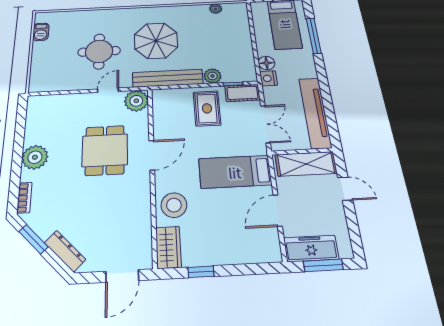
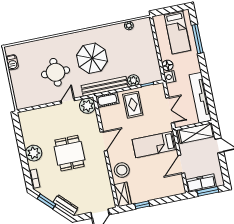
cot: (242, 93) -> (107, 100), moved
dining table: (105, 150) -> (69, 153), moved

